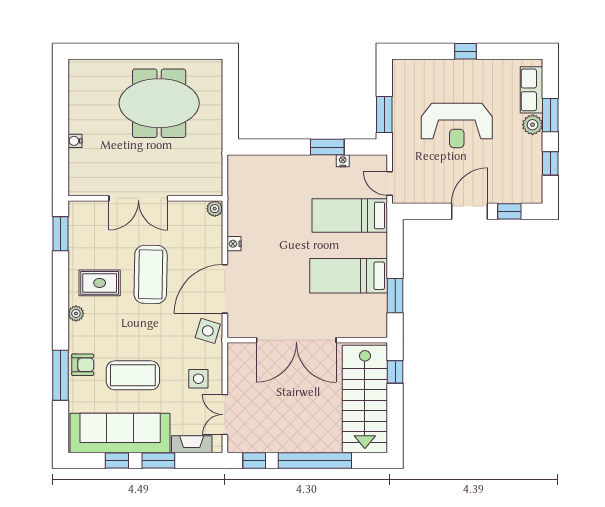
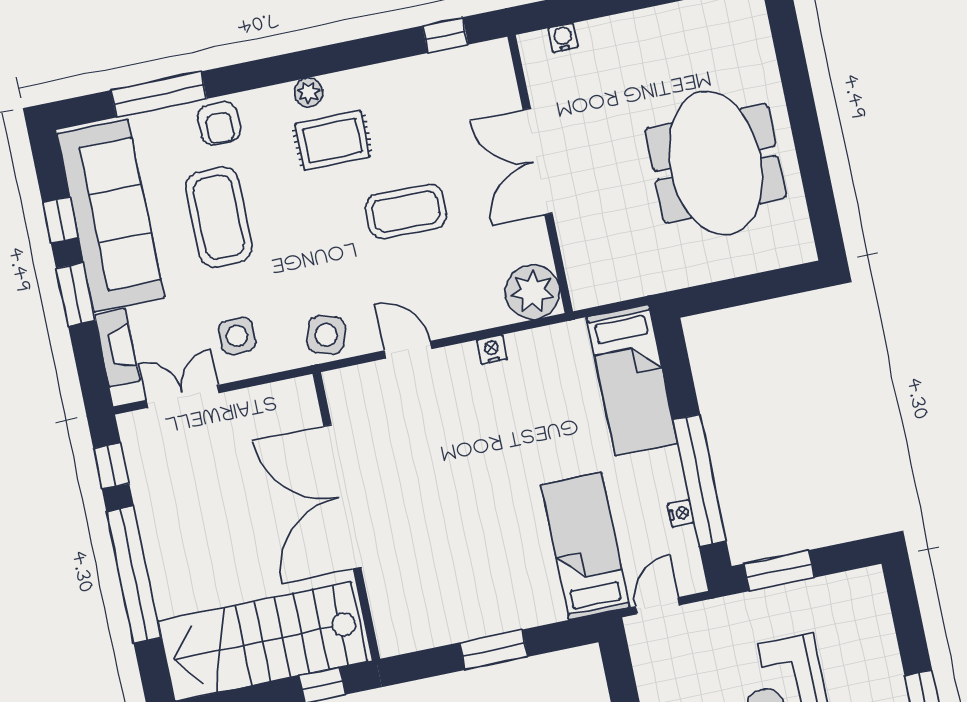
water cooler: (75, 141) -> (563, 38), moved
window: (327, 147) -> (700, 480), width x2.11
plant: (215, 209) -> (533, 292), width x1.87, depth x1.87
window: (60, 234) -> (445, 35), width x0.67
coffee table: (151, 274) -> (406, 211), width x0.73, depth x0.76
bed: (349, 276) -> (632, 380), moved, turned 180
rug: (100, 283) -> (332, 140), moved, turned 90
door: (225, 289) -> (408, 350), width x0.53
window: (395, 296) -> (494, 650), moved
window: (60, 375) -> (159, 94), moved

